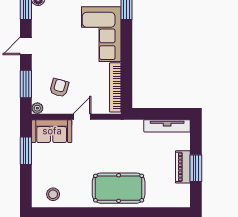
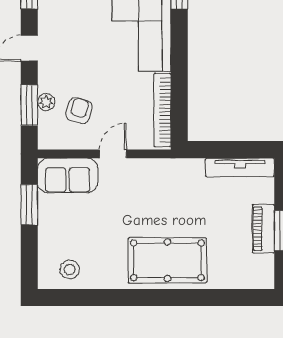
plant: (37, 108) -> (46, 102), moved

